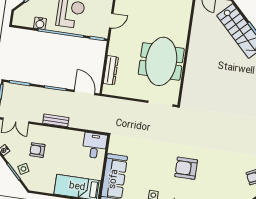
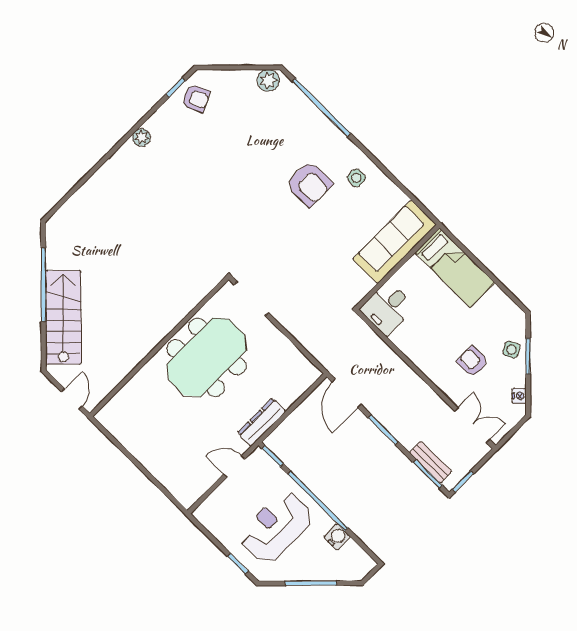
dresser: (111, 70) -> (262, 422), moved
bench: (56, 120) -> (431, 462), moved
armchair: (37, 150) -> (473, 362), turned 180
armchair: (186, 168) -> (309, 184), moved

